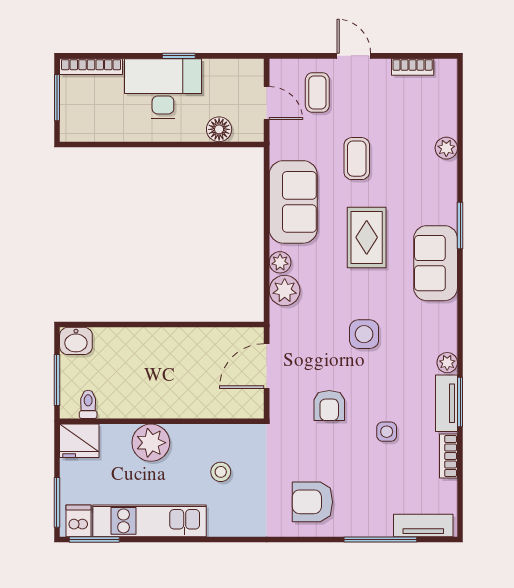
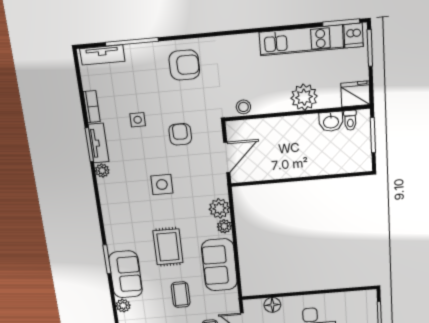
sofa: (436, 263) -> (126, 274), moved
washbasin: (76, 341) -> (331, 122), moved, turned 180
stool: (221, 472) -> (243, 107), moved

